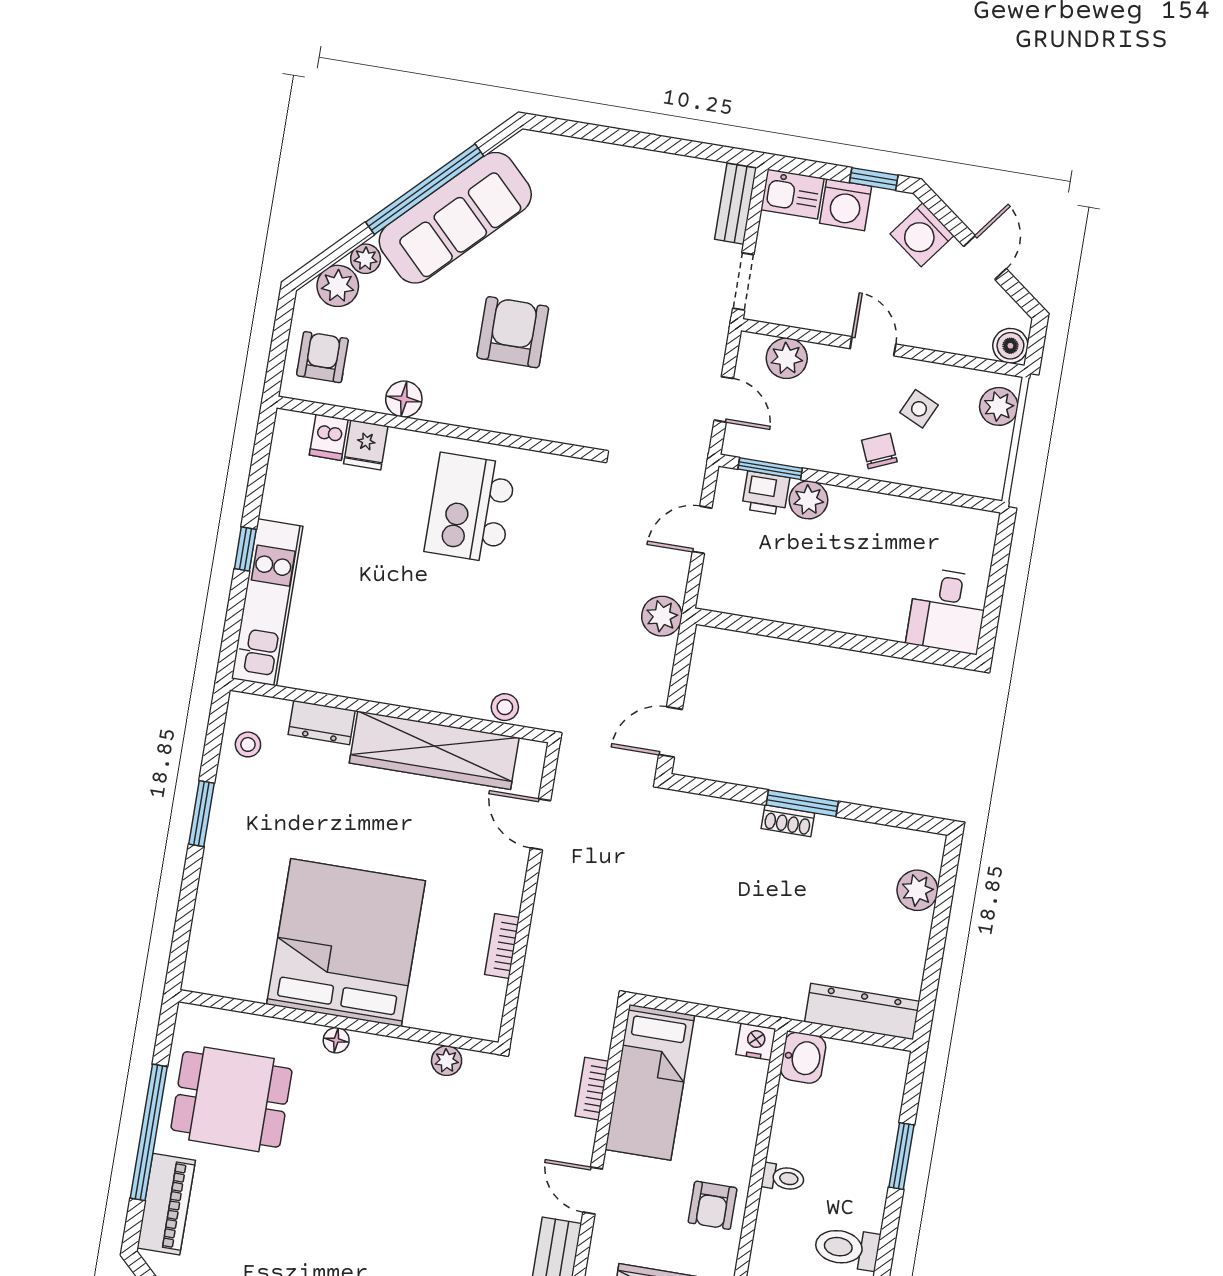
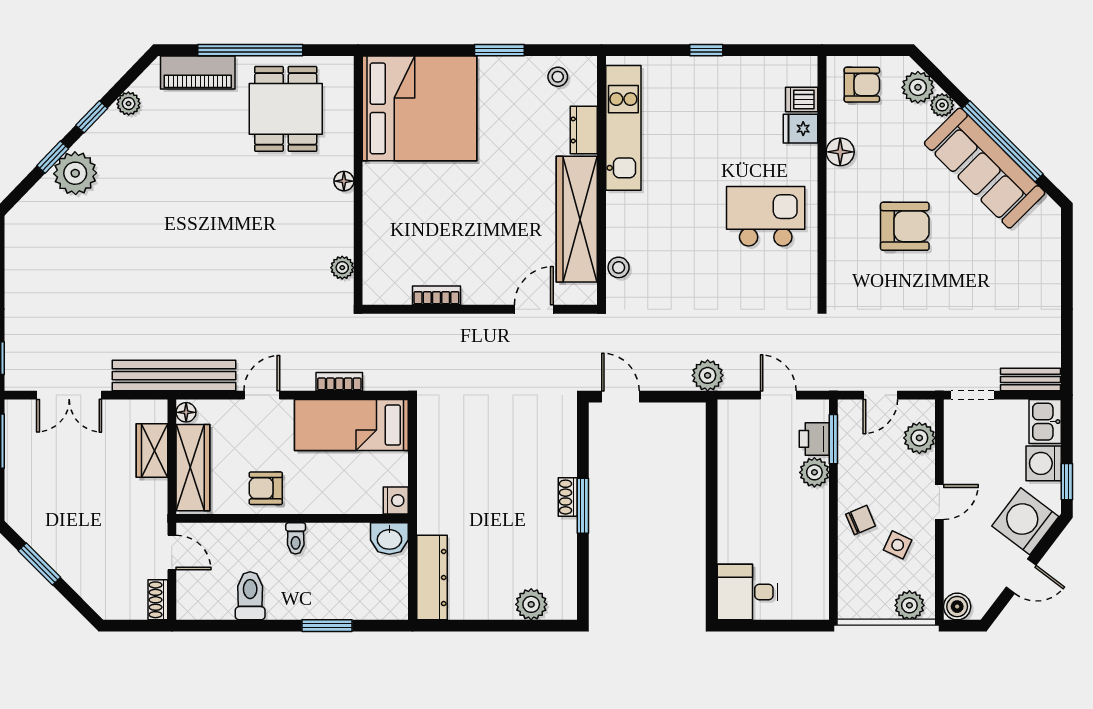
washing machine: (922, 235) -> (1025, 521), width x1.37, depth x1.37
kitchen unit: (267, 602) -> (623, 128), moved, turned -90
bed: (346, 943) -> (419, 108), moved

